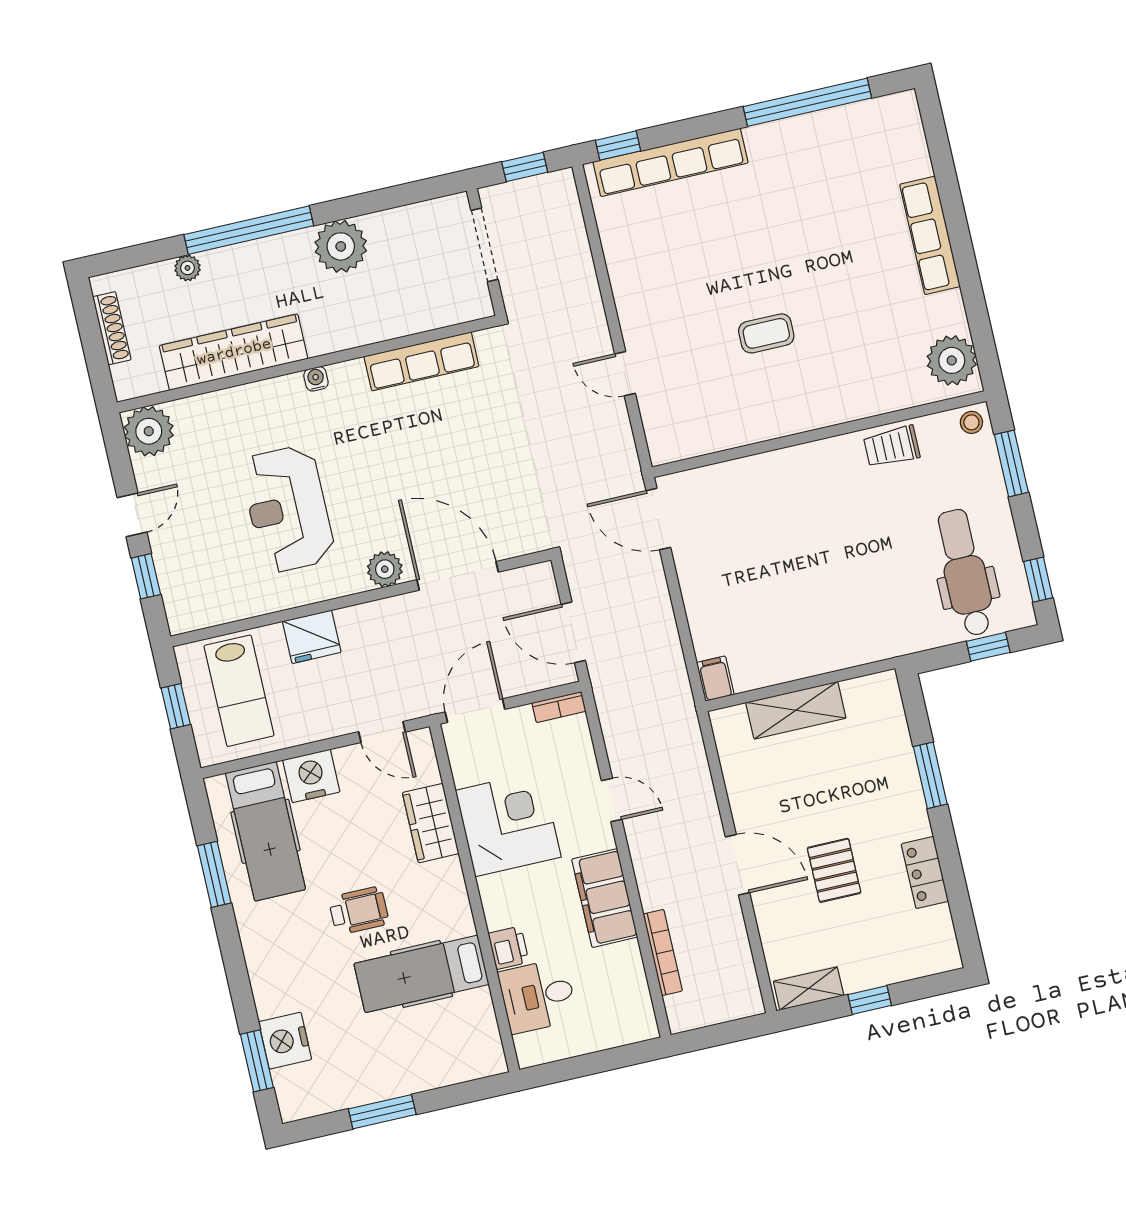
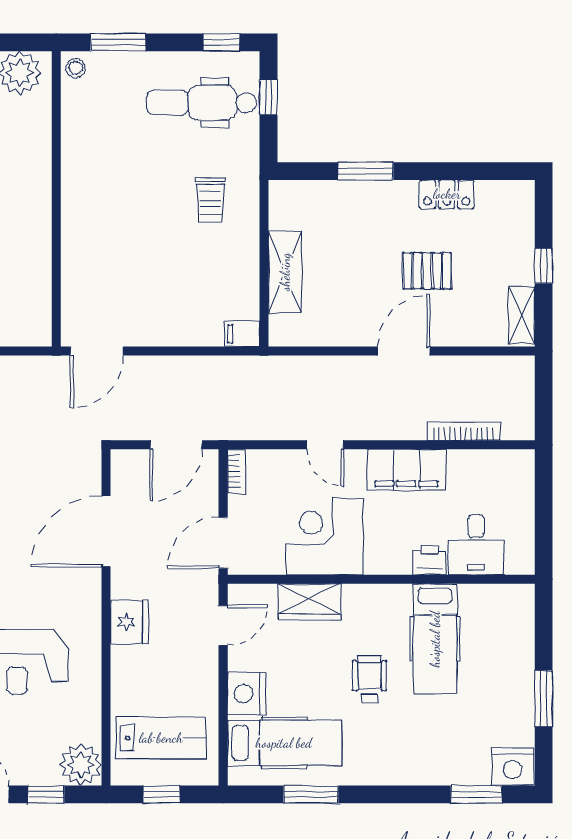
trolley: (892, 447) -> (210, 200), moved
plant: (385, 569) -> (81, 765), moved, width x1.36, depth x1.36
fridge: (312, 637) -> (129, 622), moved
door: (475, 711) -> (223, 543), hinge flipped
door: (612, 800) -> (325, 445), swing flipped
nightstand: (285, 1041) -> (512, 767), moved

